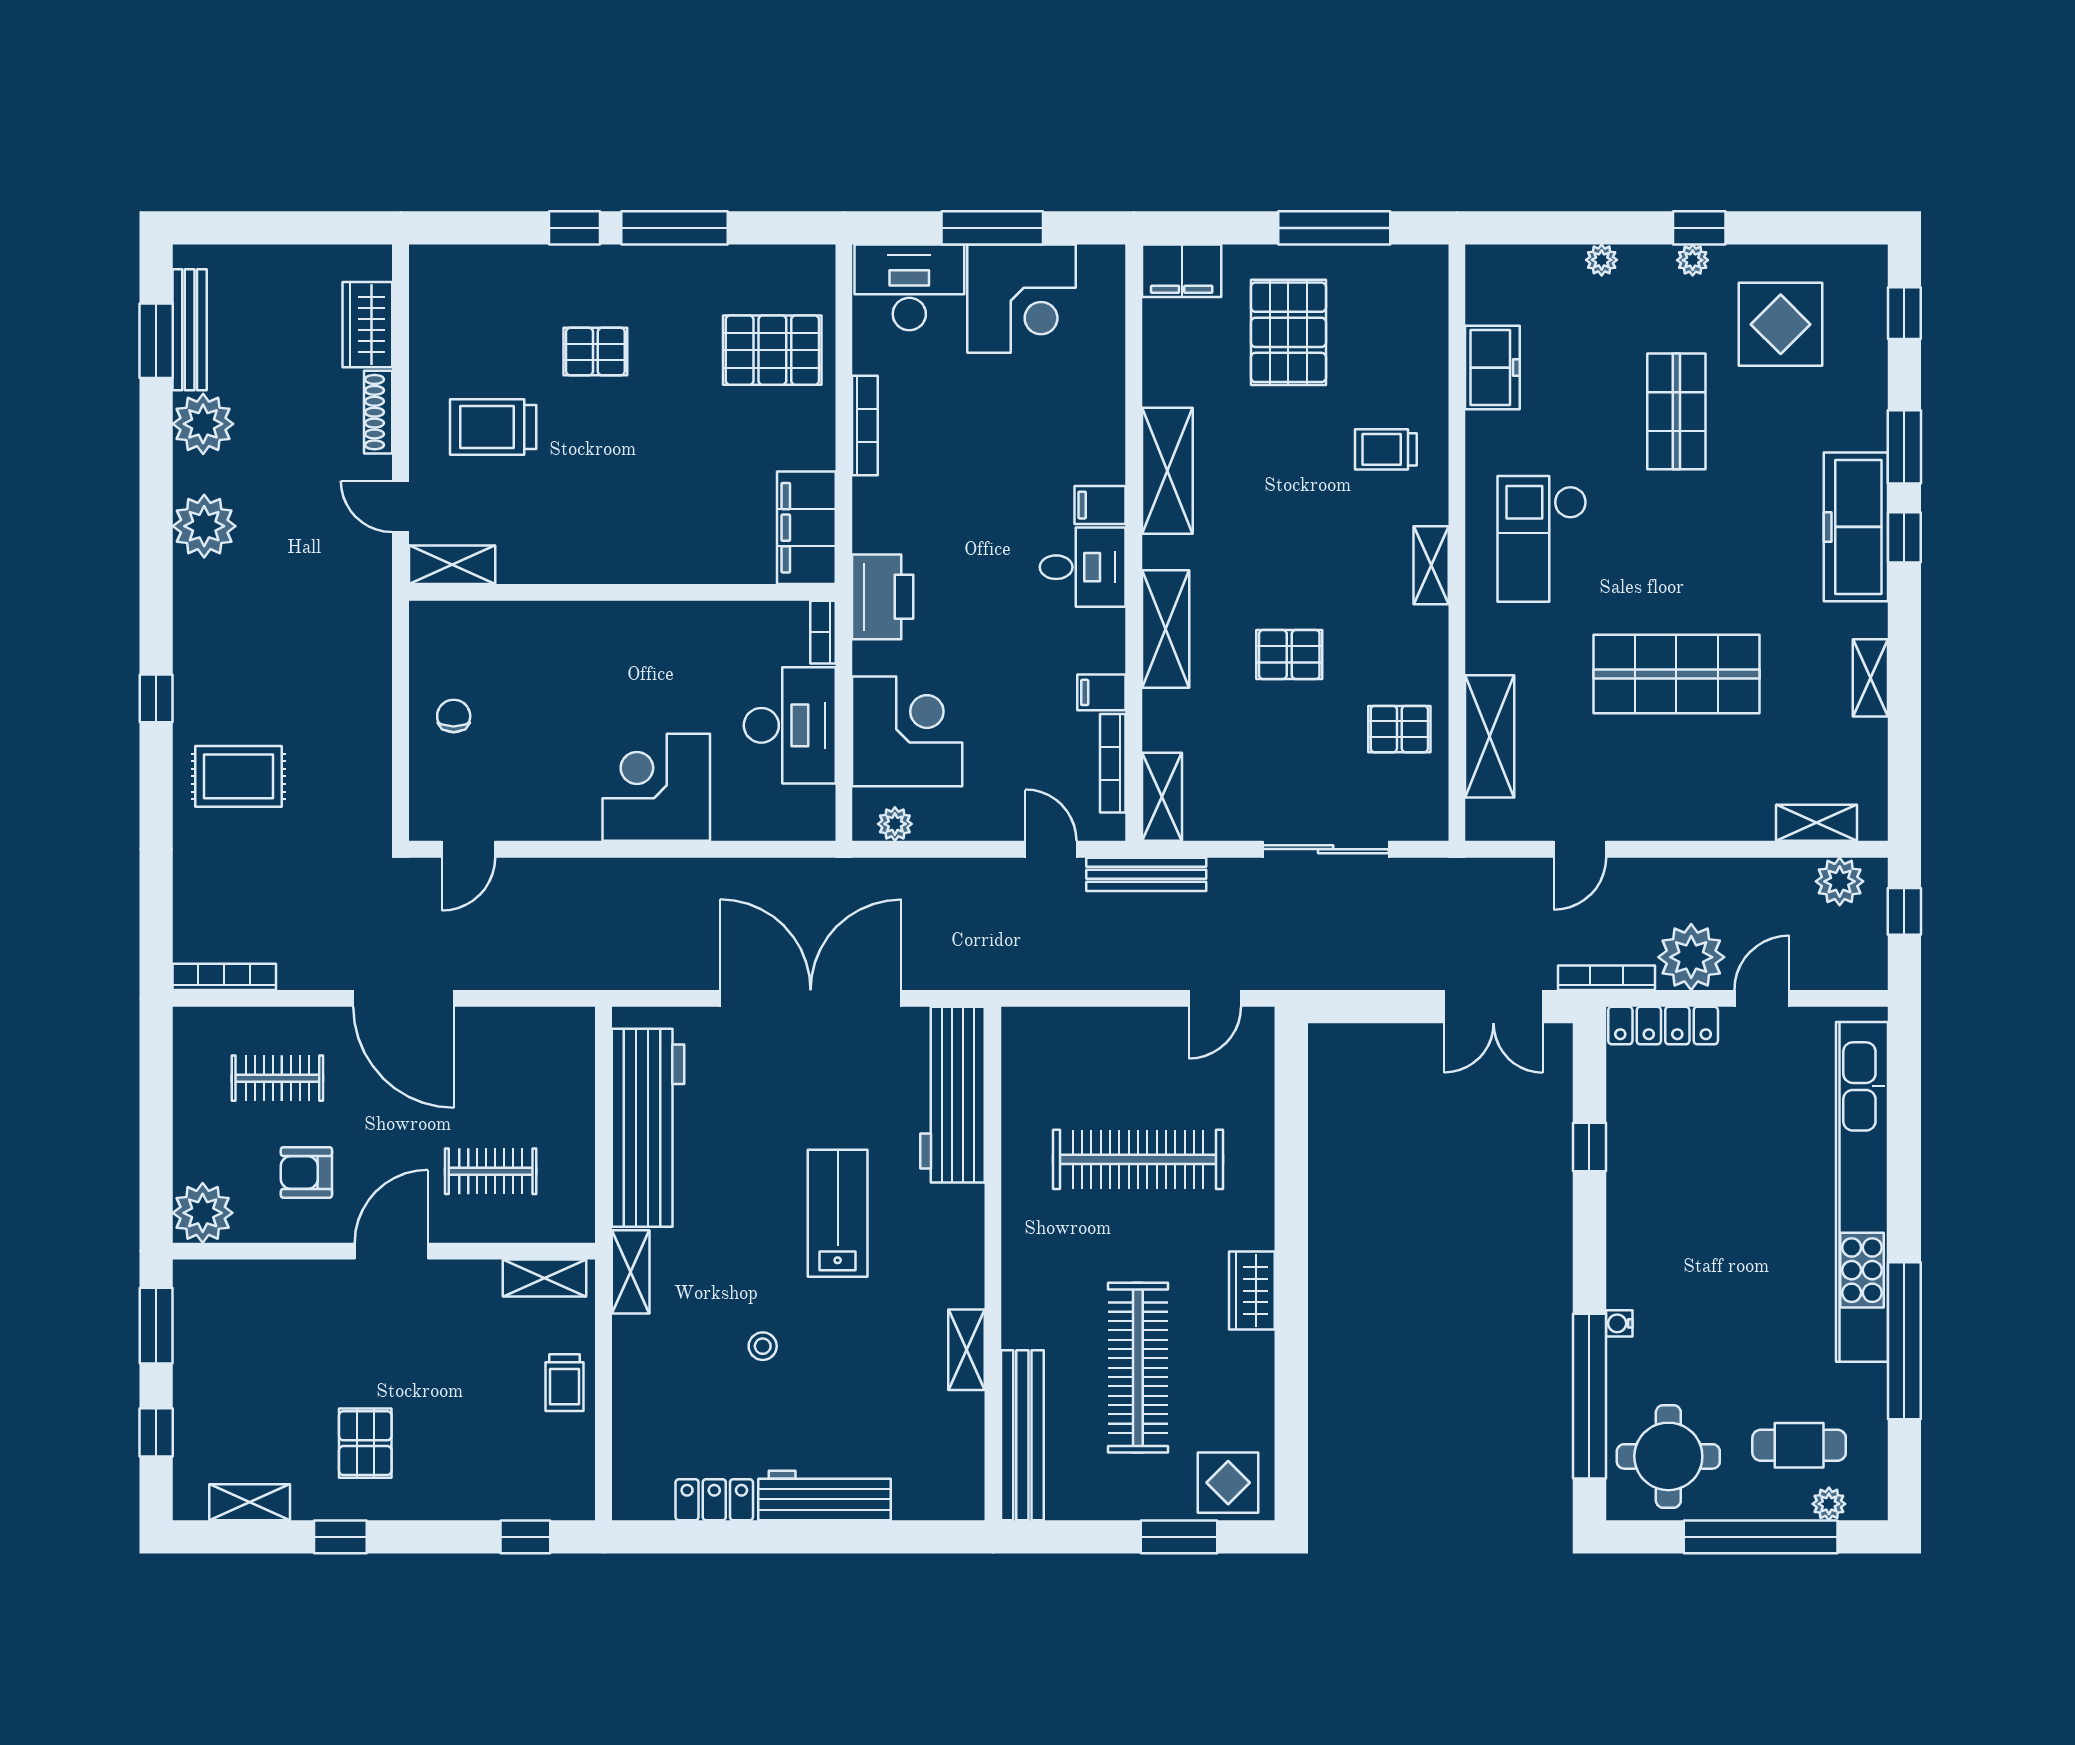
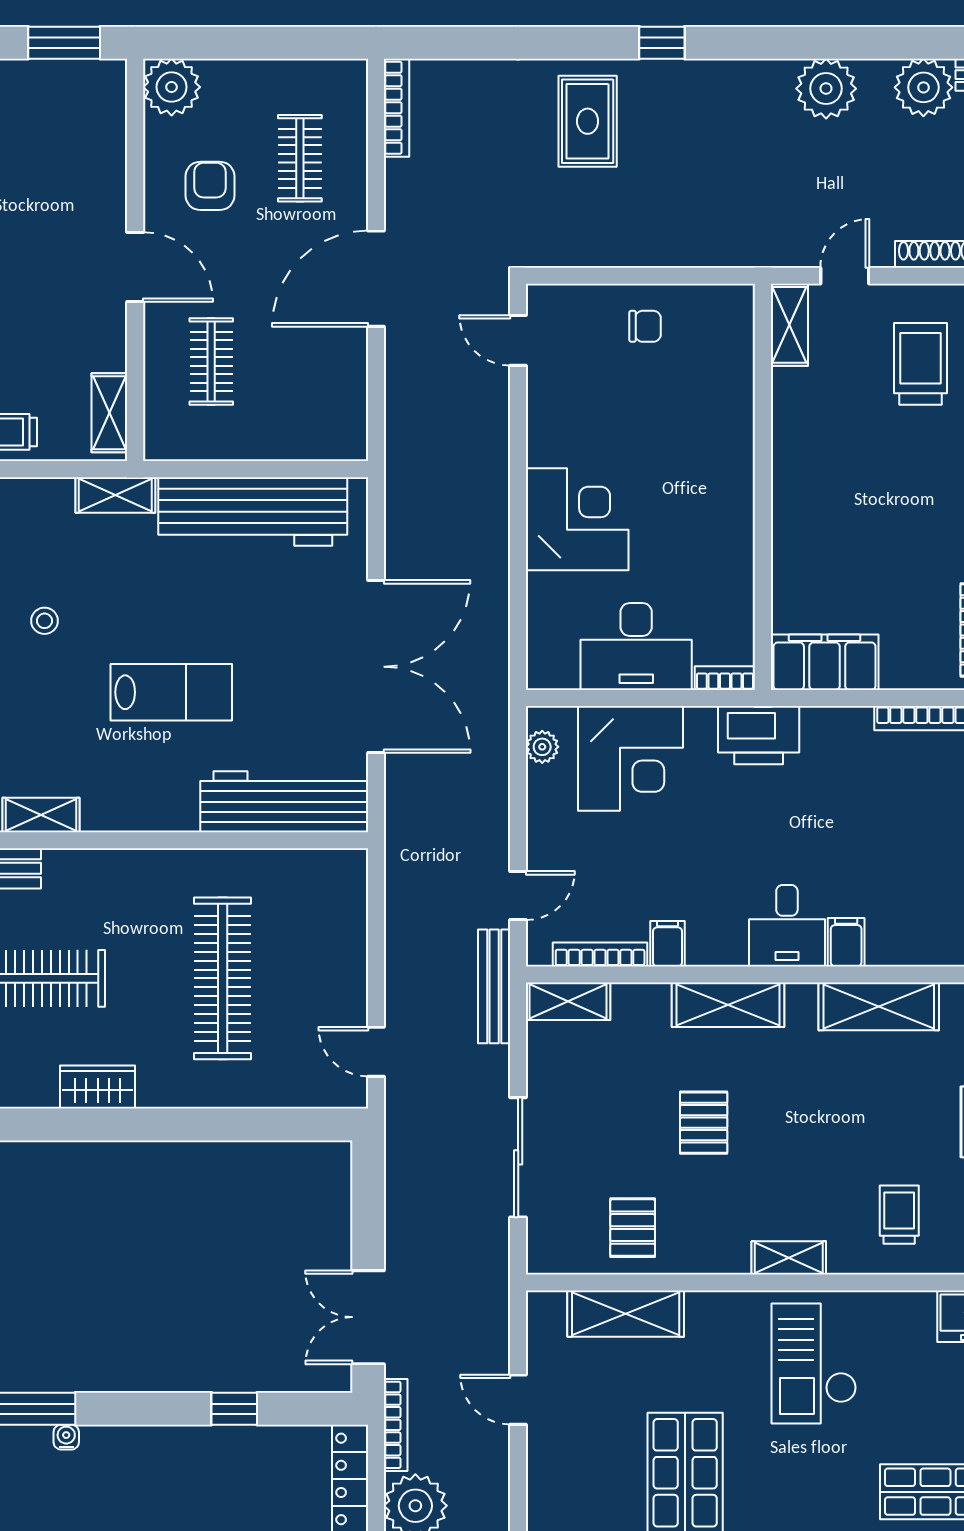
checkout: (1542, 539) -> (814, 1364), turned -90

